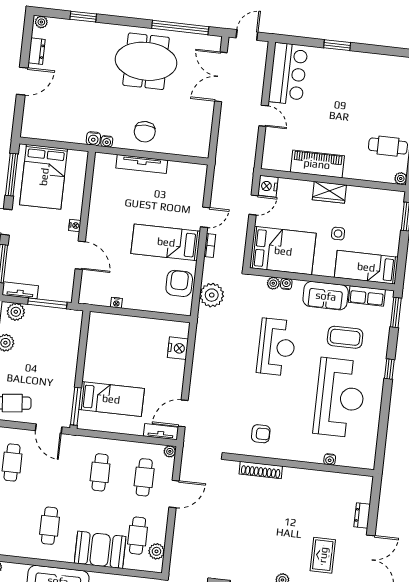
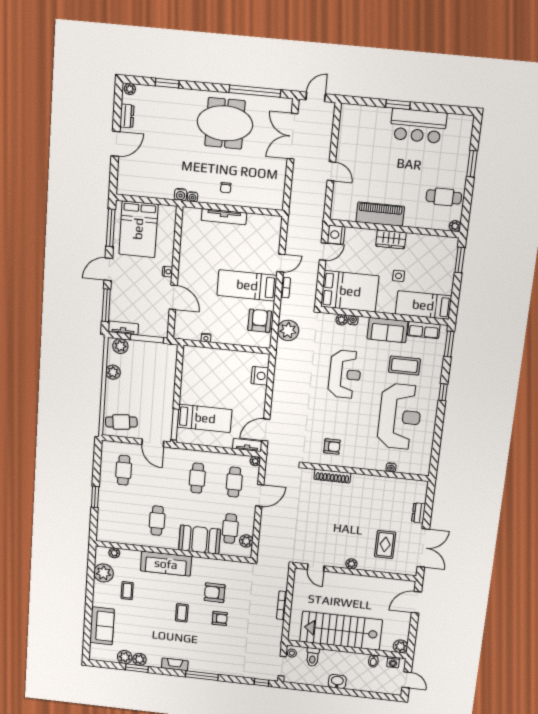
bar counter: (288, 74) -> (418, 126), moved, turned 90
chair: (145, 132) -> (226, 188), width x0.54, depth x0.54

